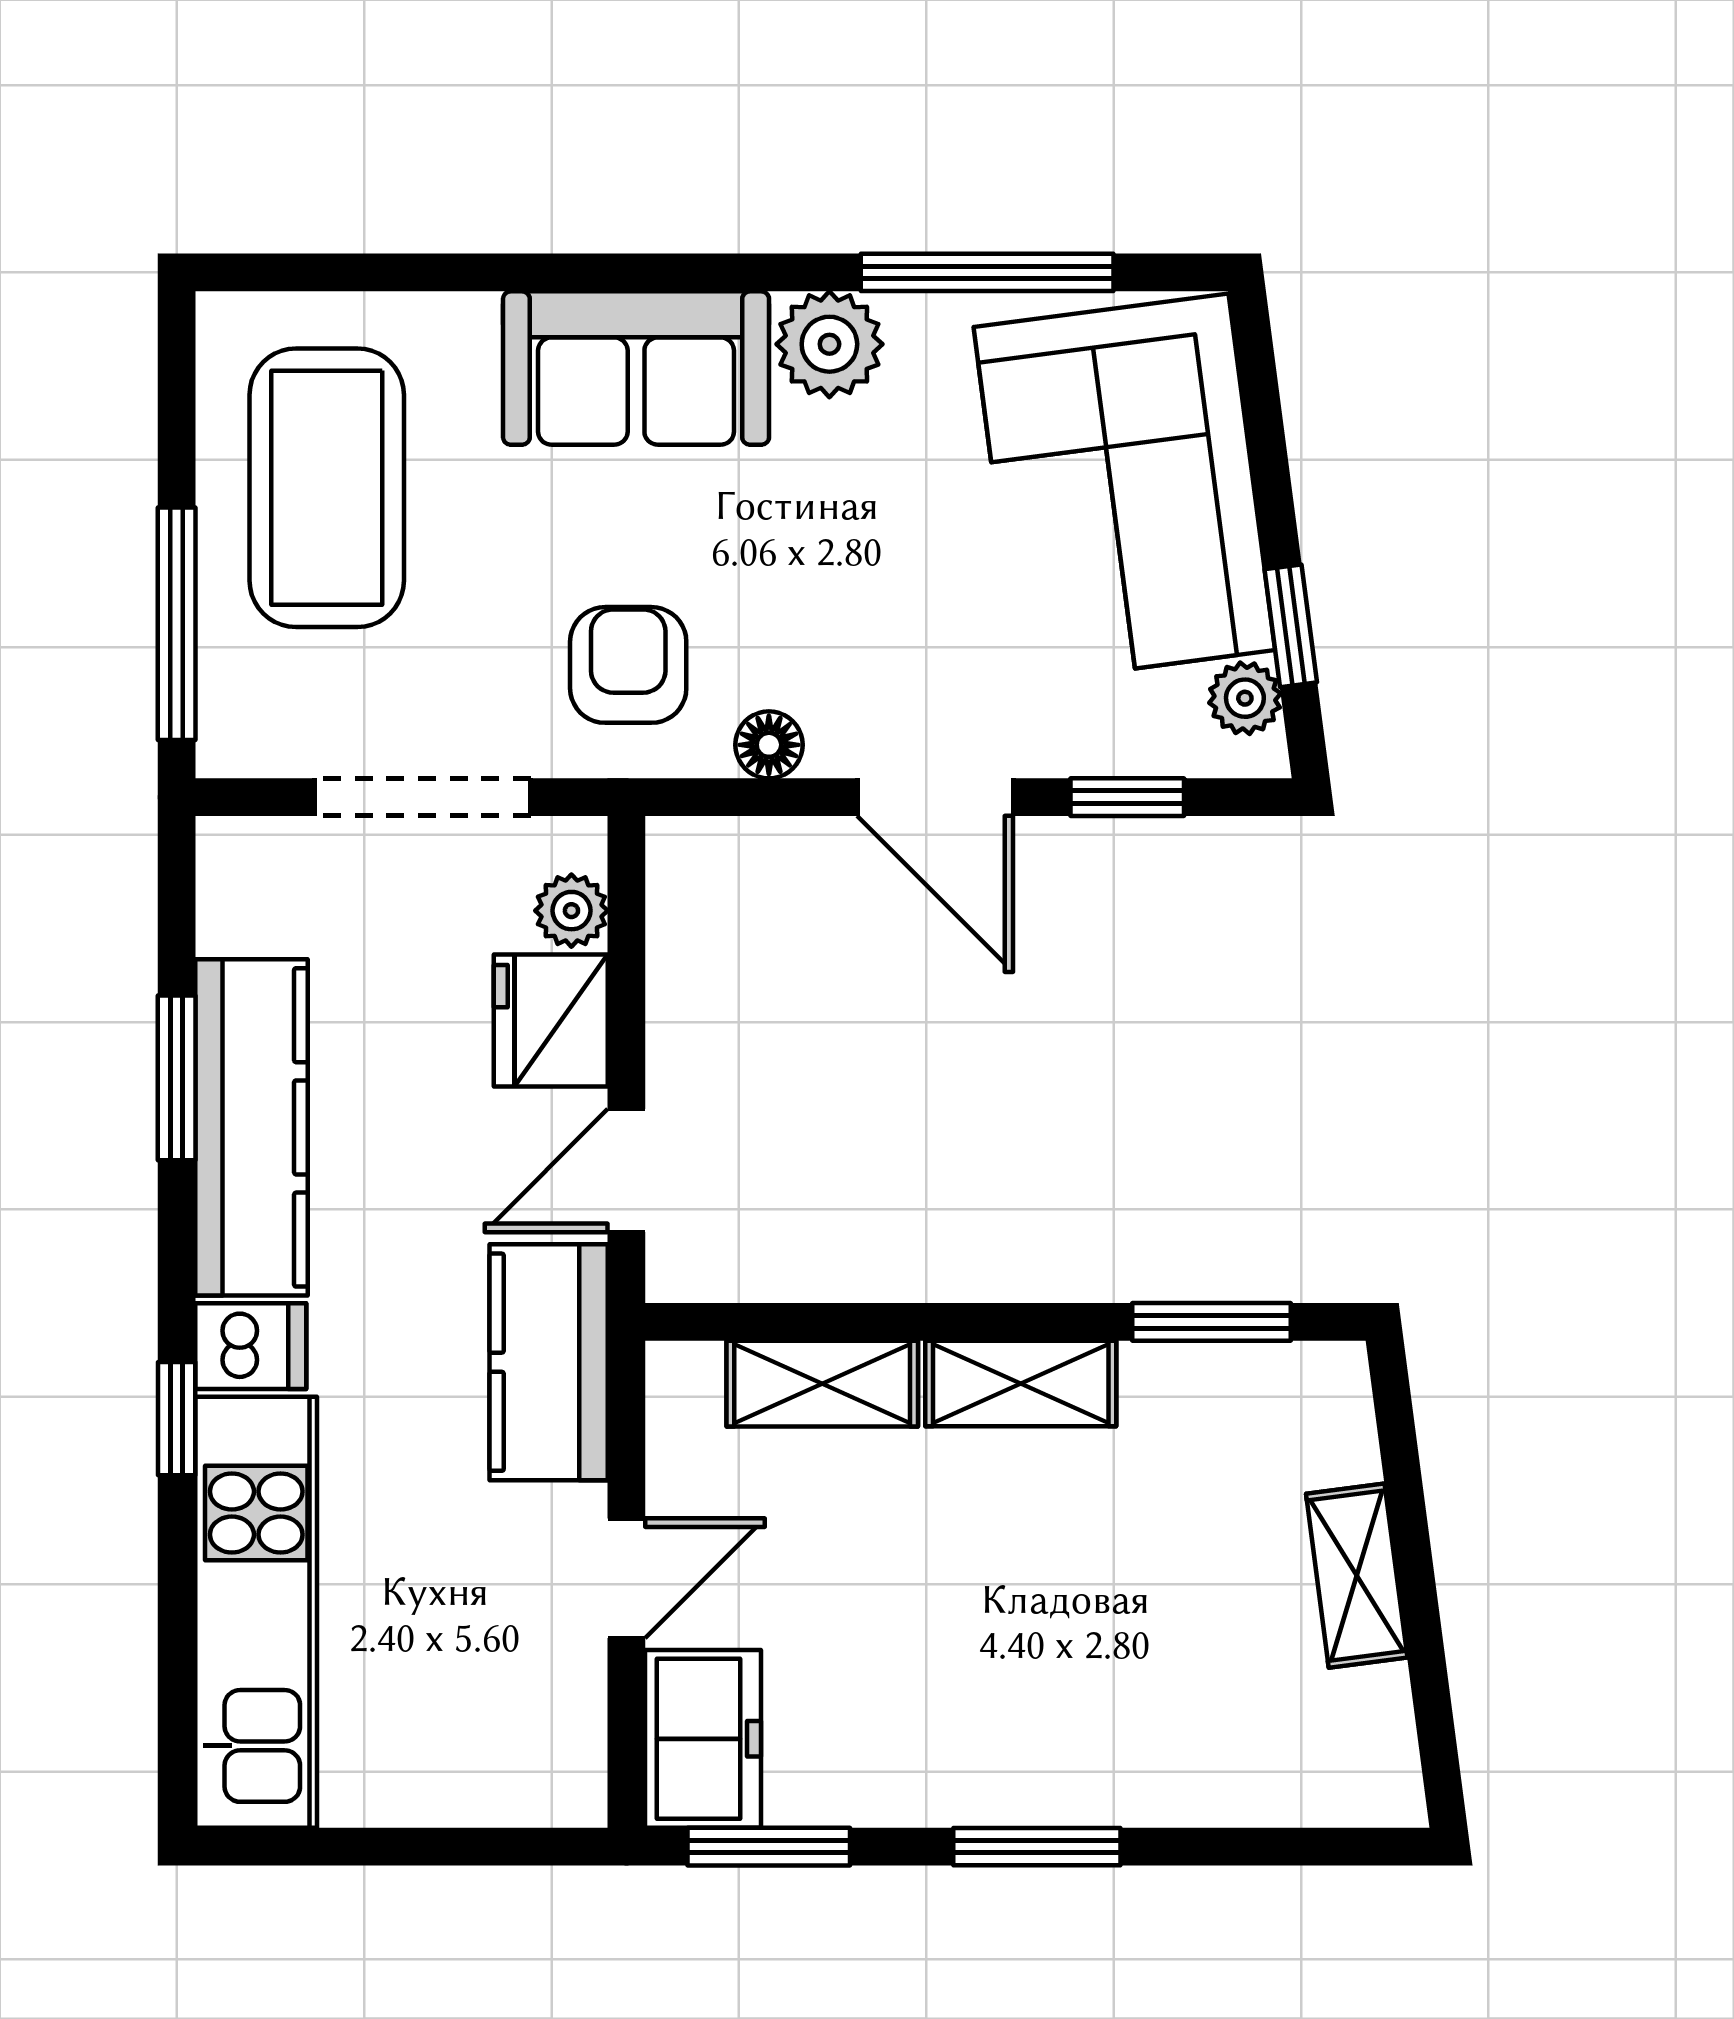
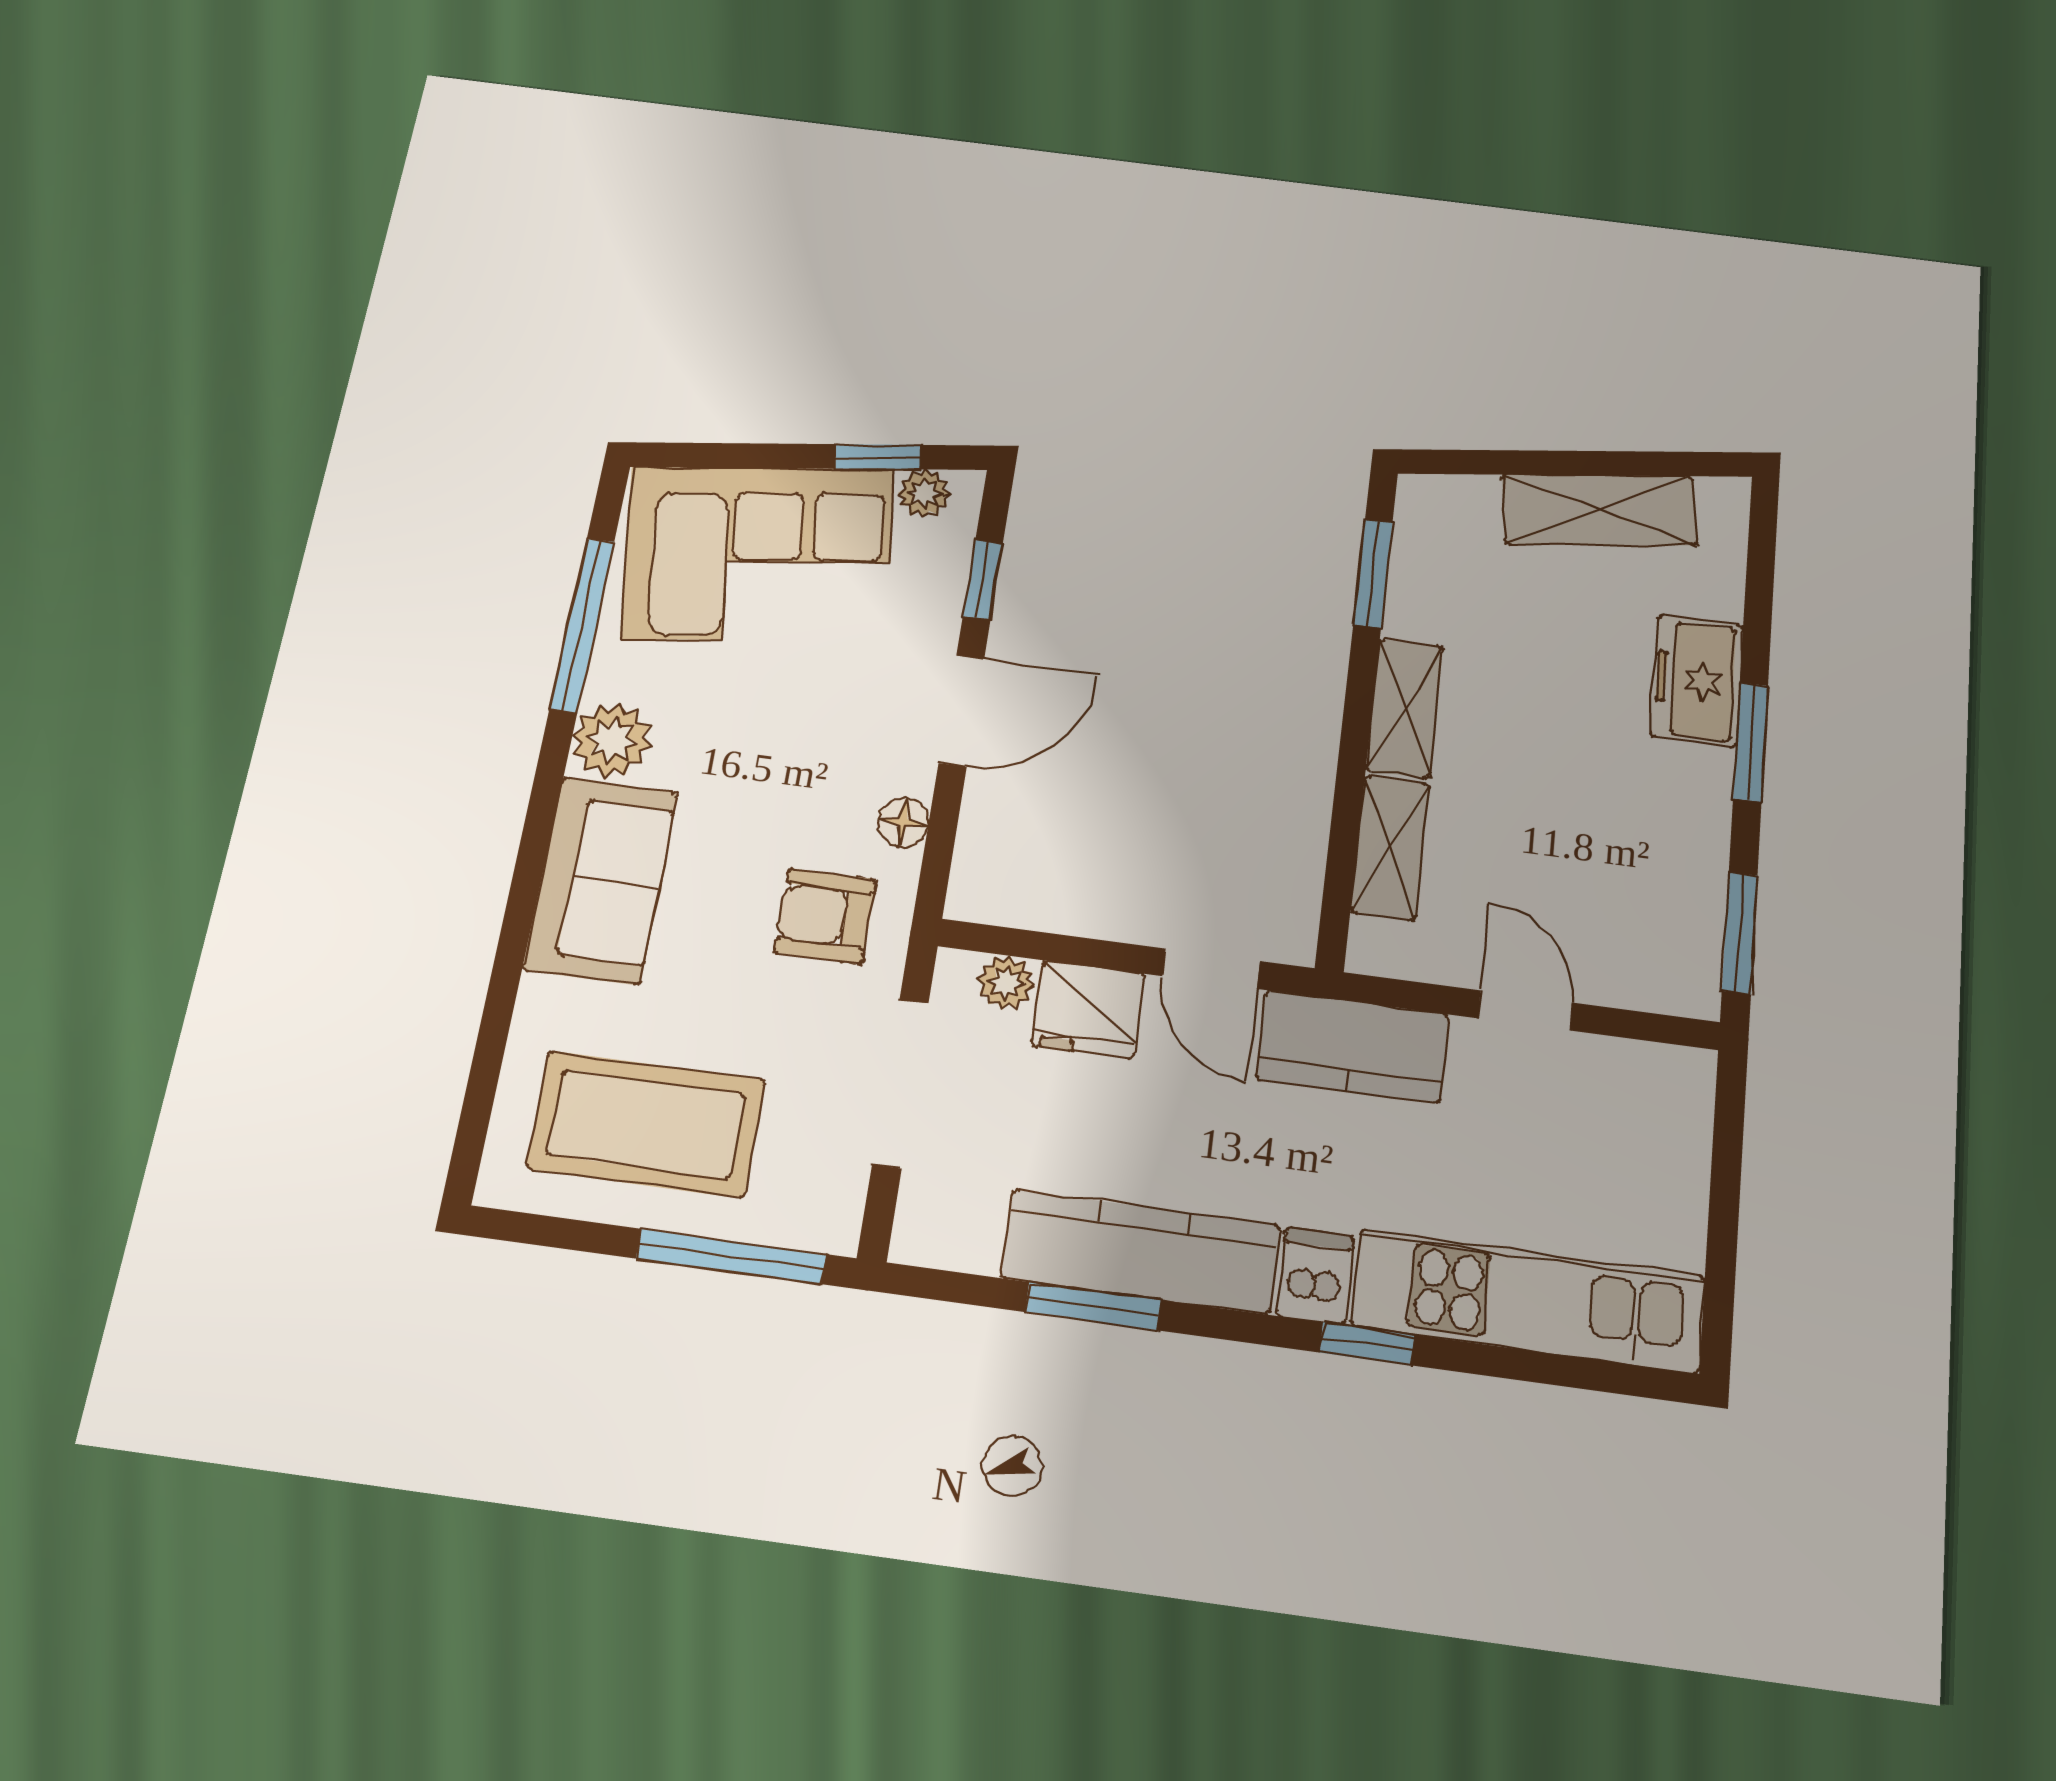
shelving: (1357, 1576) -> (1599, 510), width x1.50, depth x1.33
freezer: (703, 1739) -> (1697, 681), moved, turned -90

